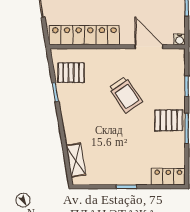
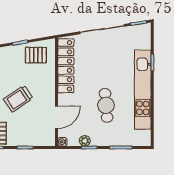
plant: (178, 11) -> (85, 141), added
pallet: (71, 73) -> (36, 55), turned 90

